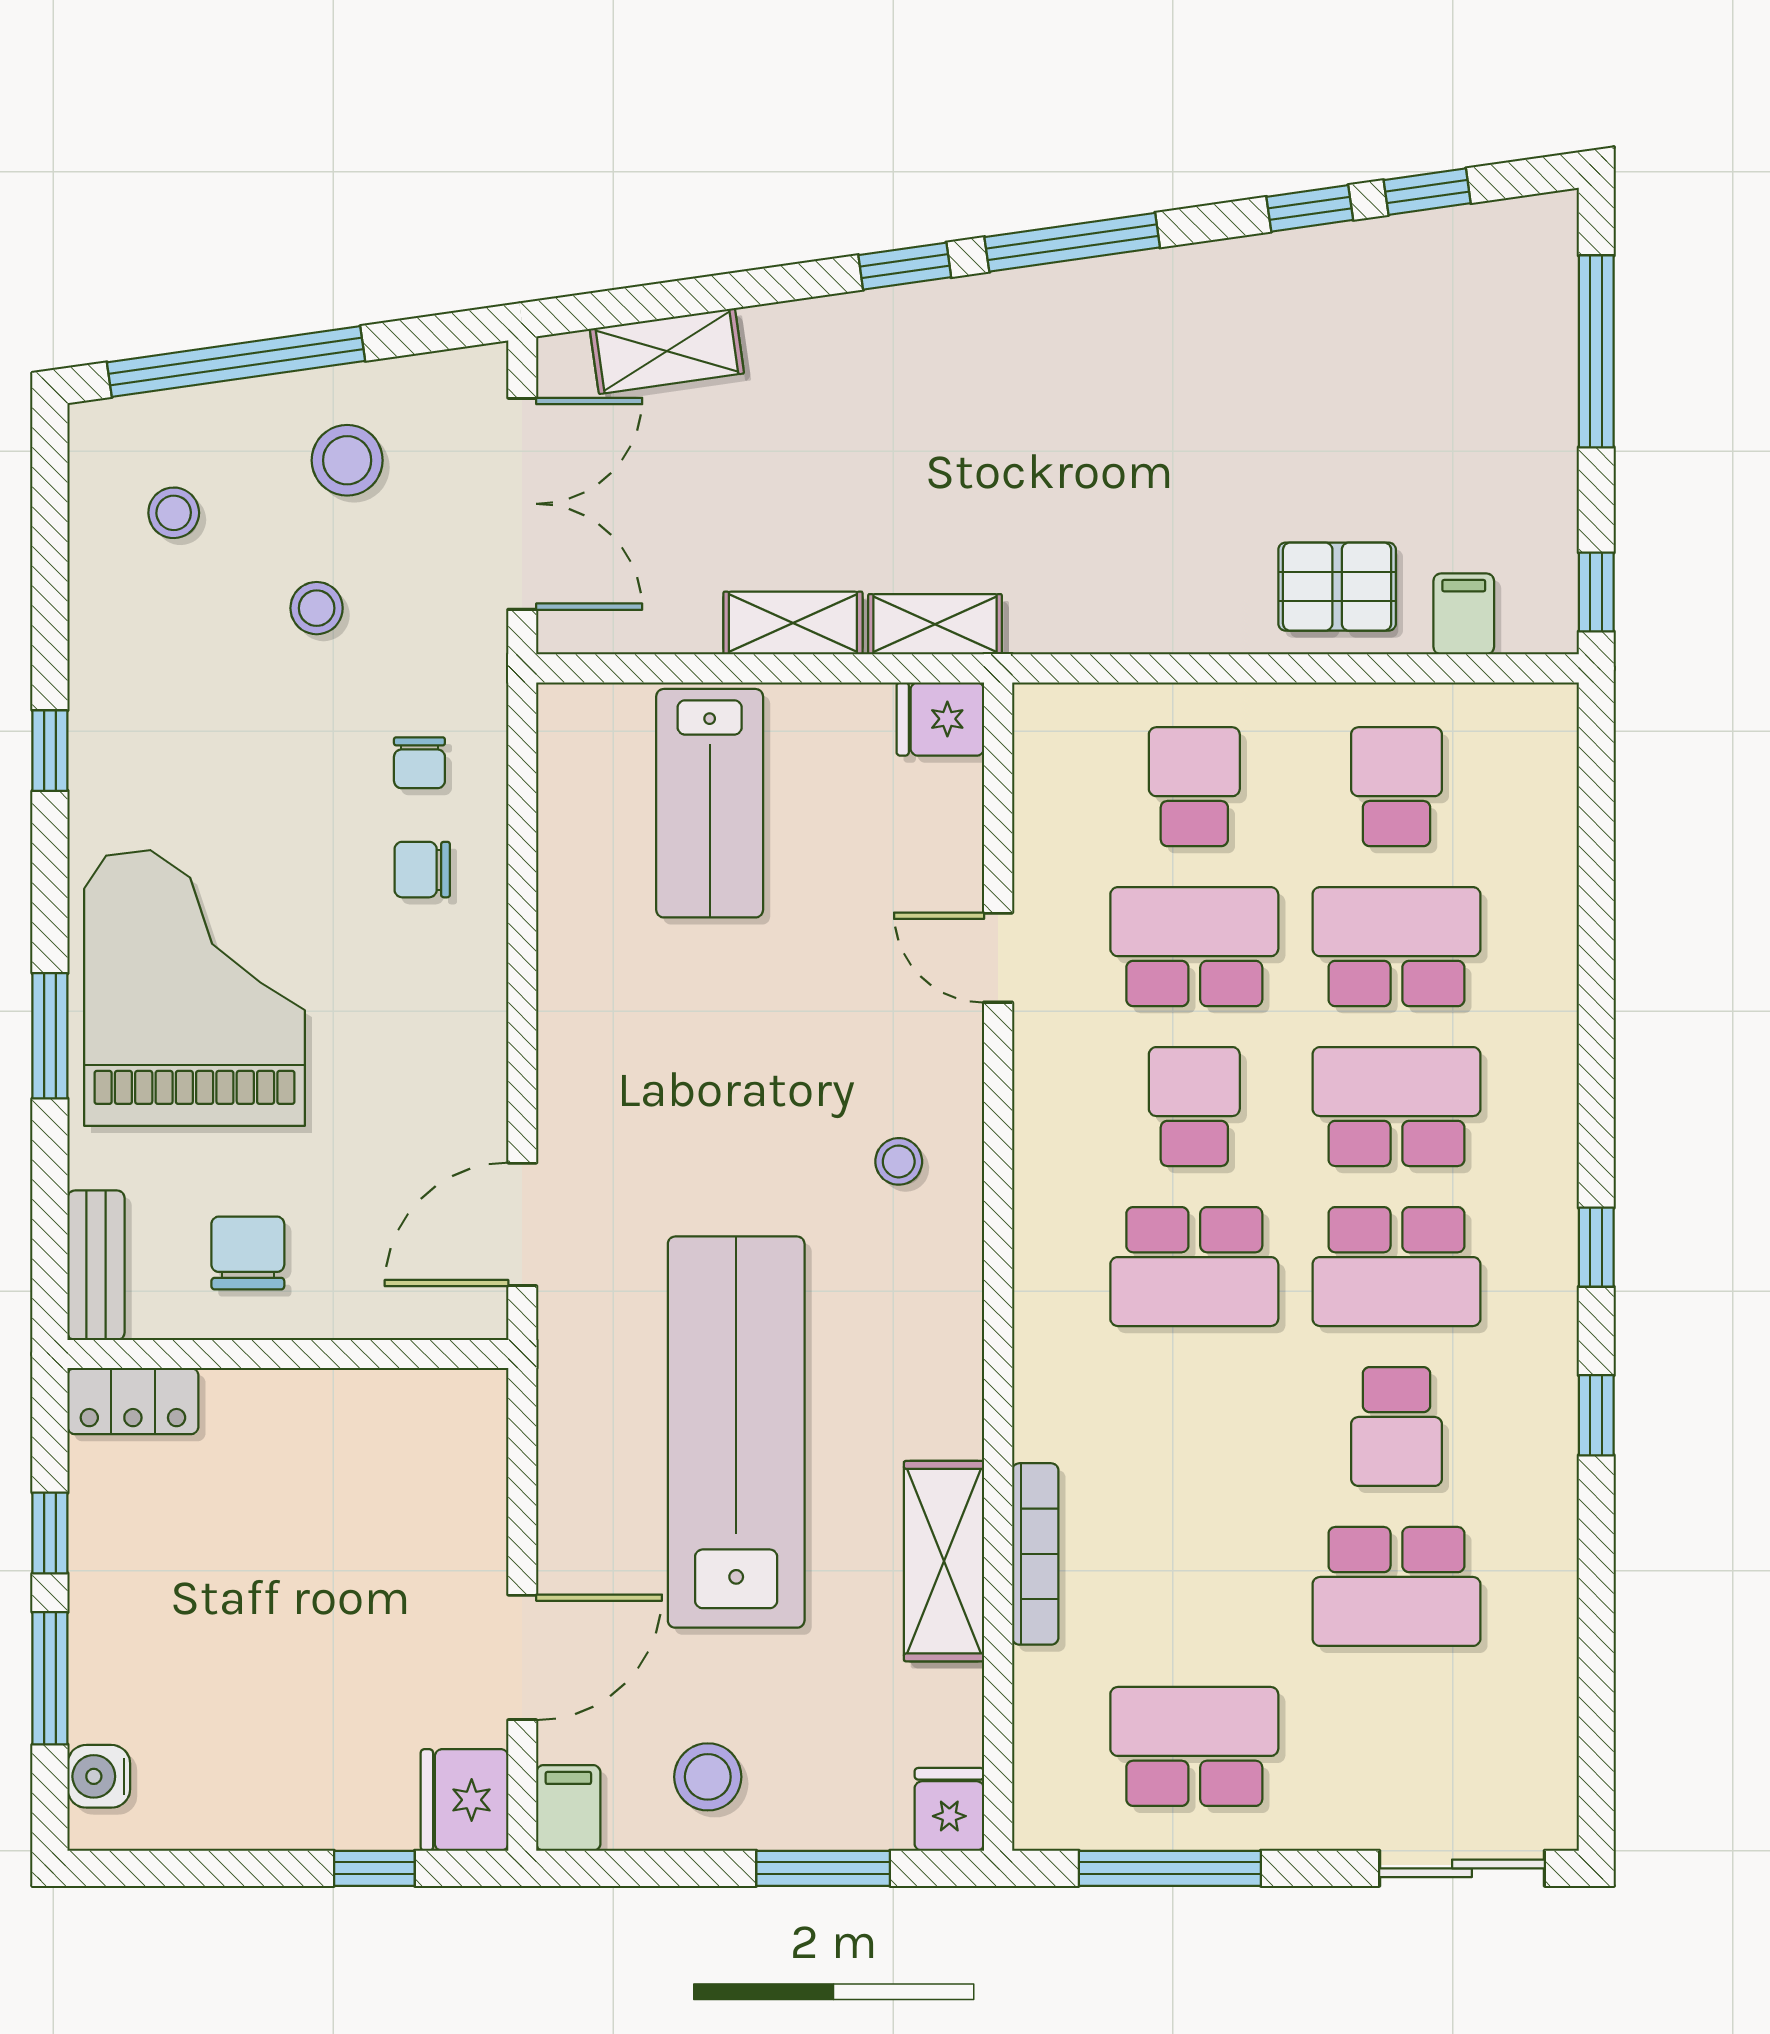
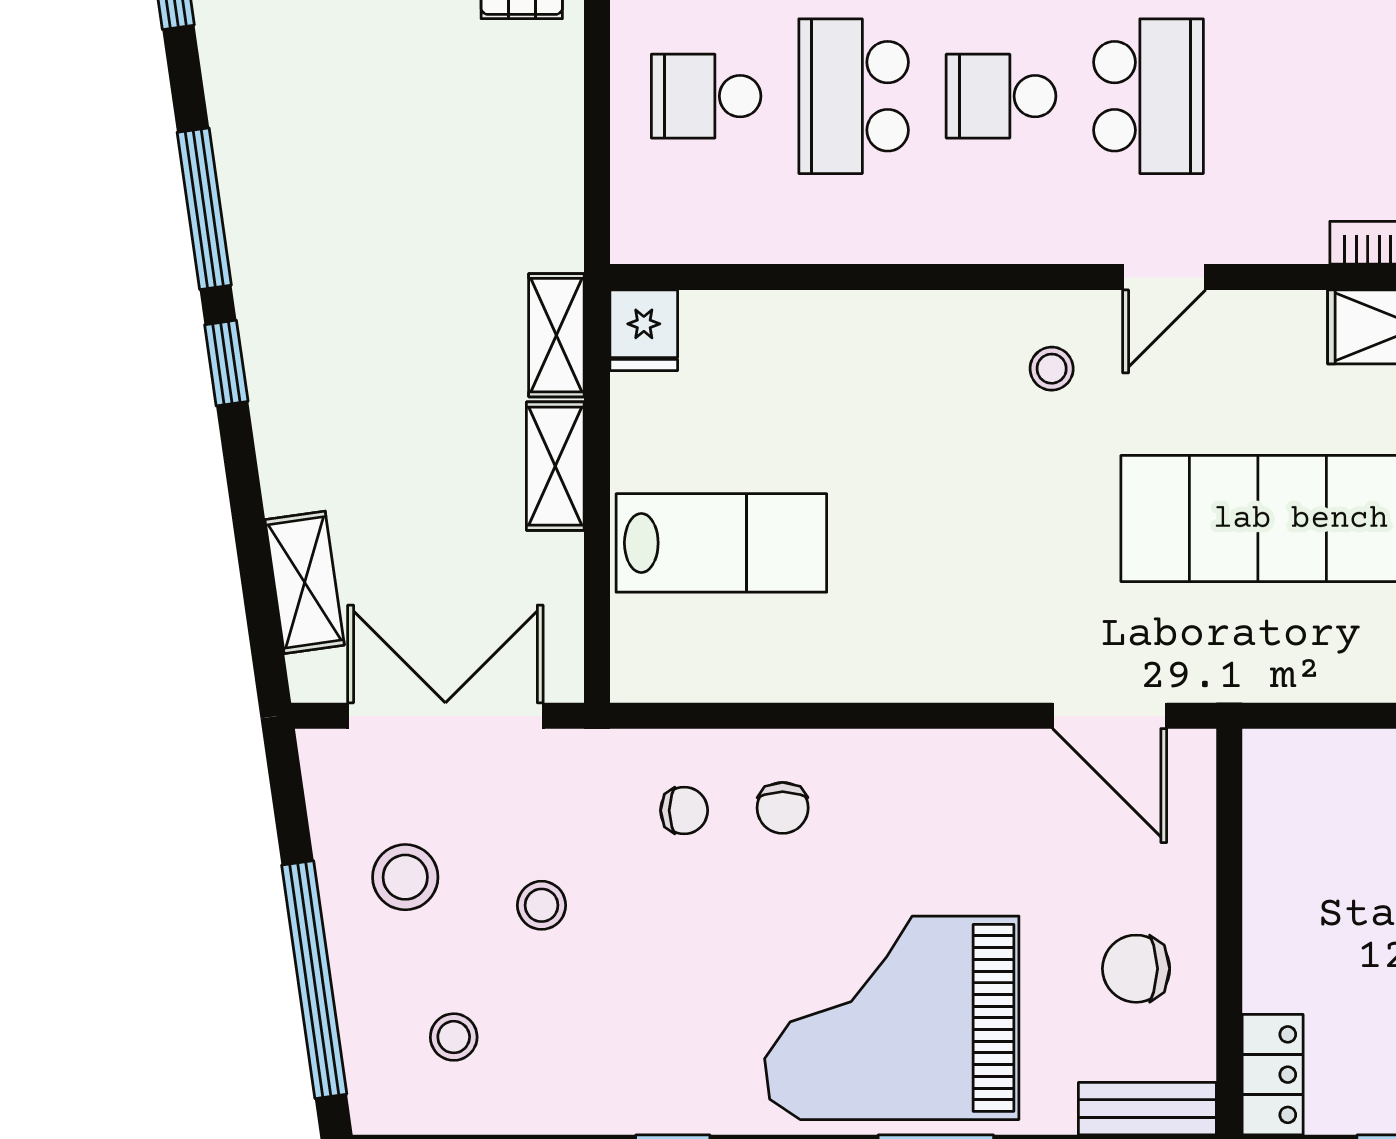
door: (998, 958) -> (1164, 277), moved

